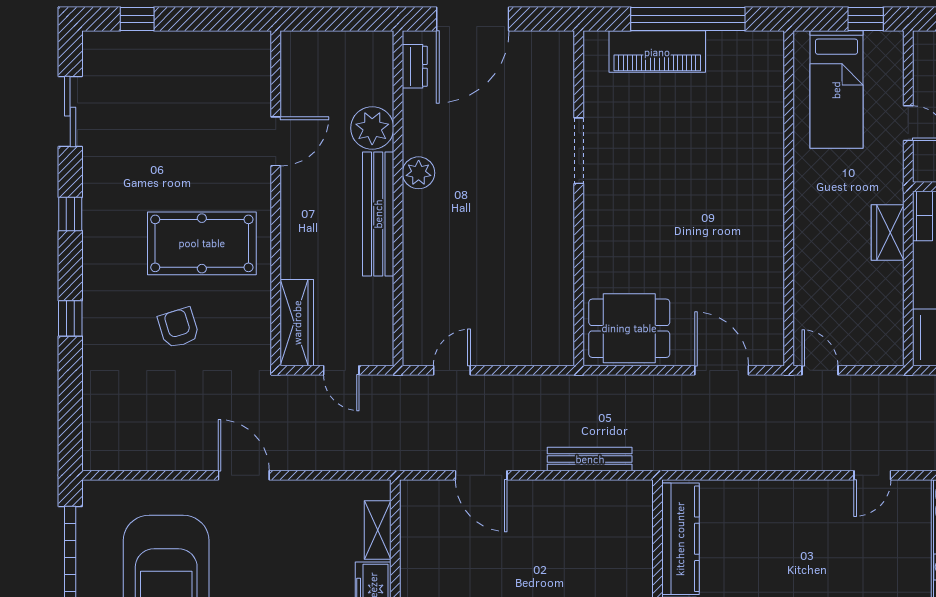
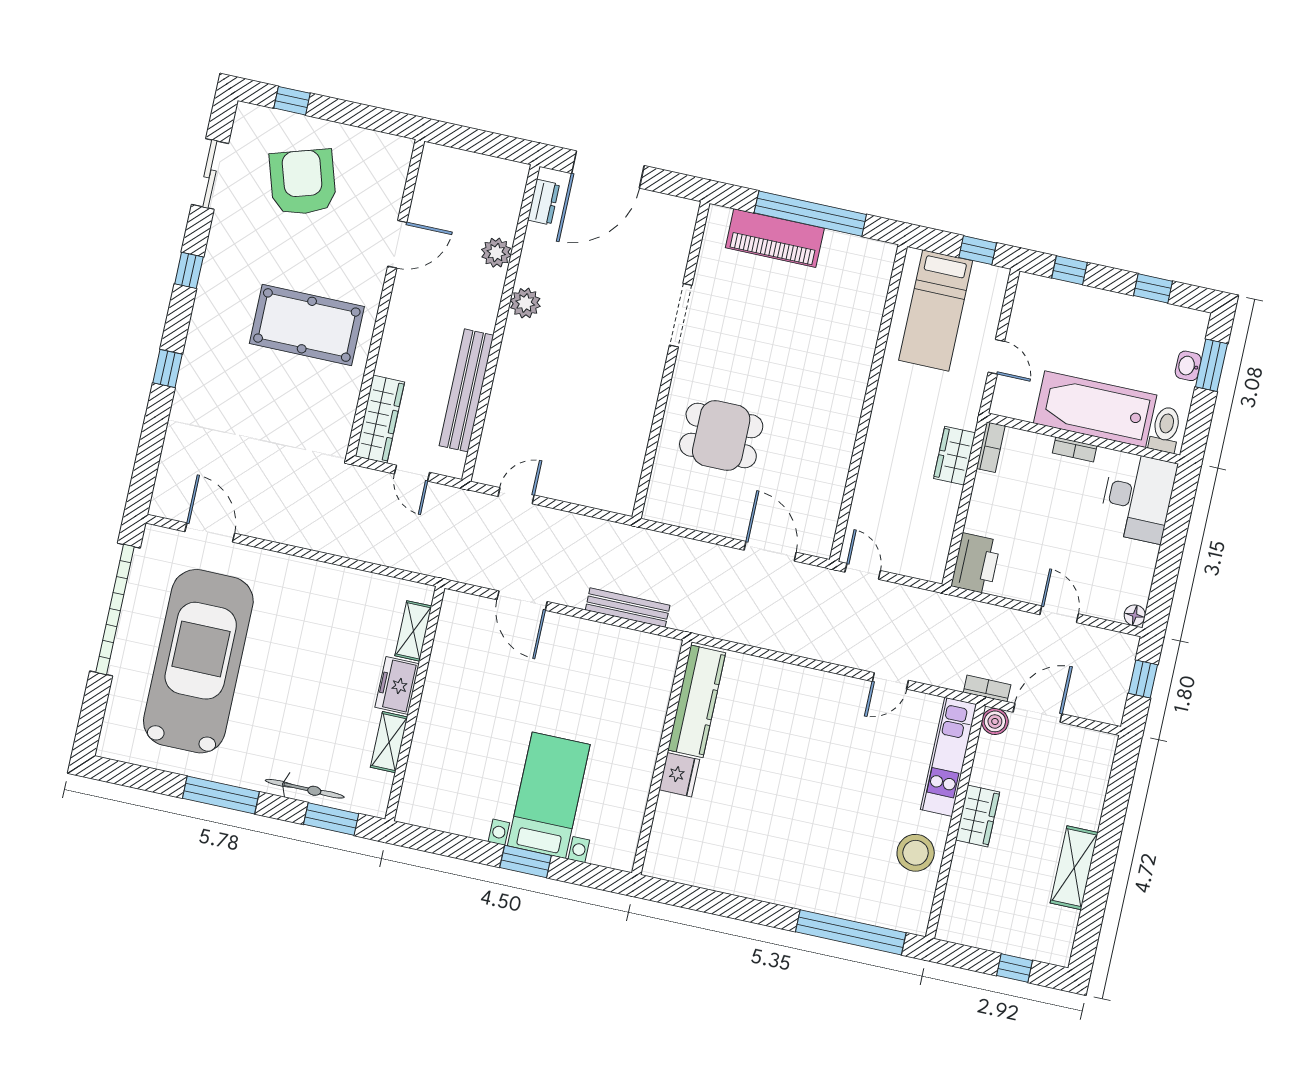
plant: (372, 128) -> (496, 253), width x0.73, depth x0.73
bench: (378, 214) -> (466, 390), moved
armchair: (178, 328) -> (303, 182), moved, width x1.88, depth x1.88
dining table: (629, 328) -> (721, 436), moved
door: (244, 475) -> (210, 532), moved

